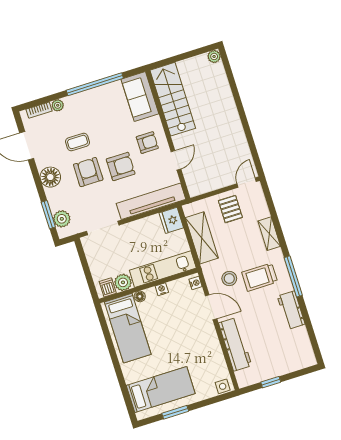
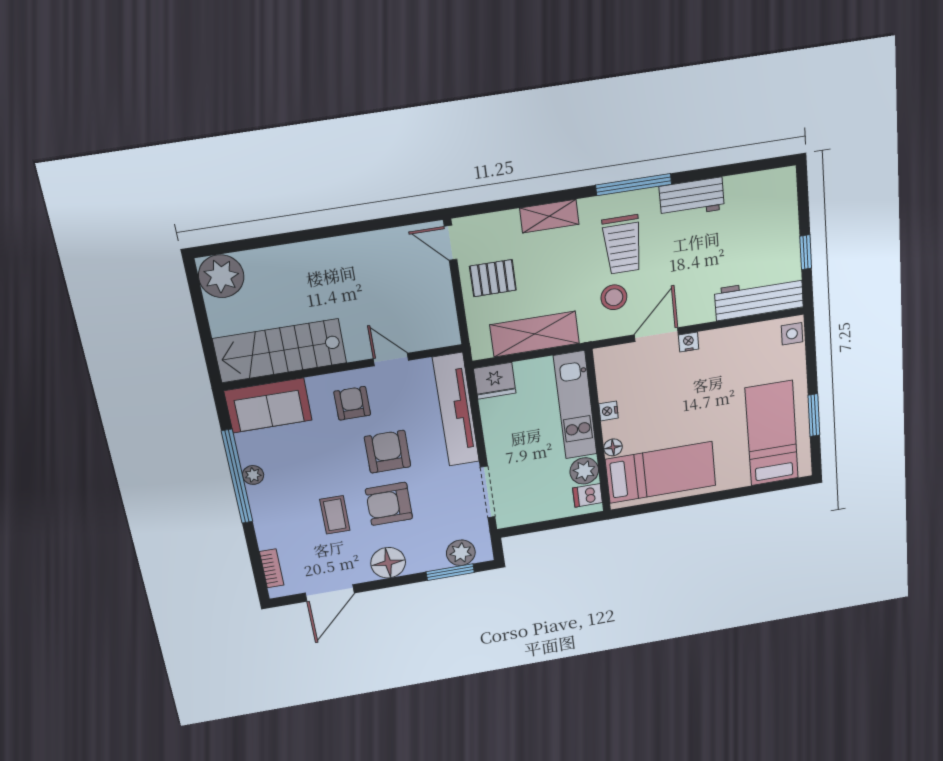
plant: (214, 56) -> (221, 276), width x1.88, depth x1.88
plant: (58, 105) -> (253, 475), moved
nightstand: (195, 283) -> (689, 342), moved
workbench: (235, 344) -> (759, 298), moved

